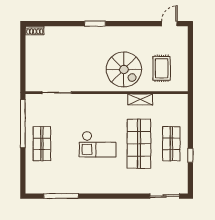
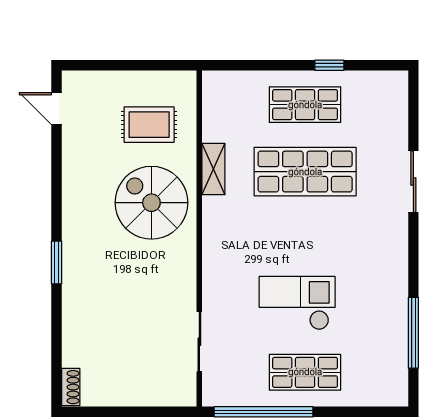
spiral stairs: (124, 69) -> (151, 203), turned -90
checkout: (98, 144) -> (297, 303), moved, turned -90
sliding door: (165, 196) -> (413, 182), moved

